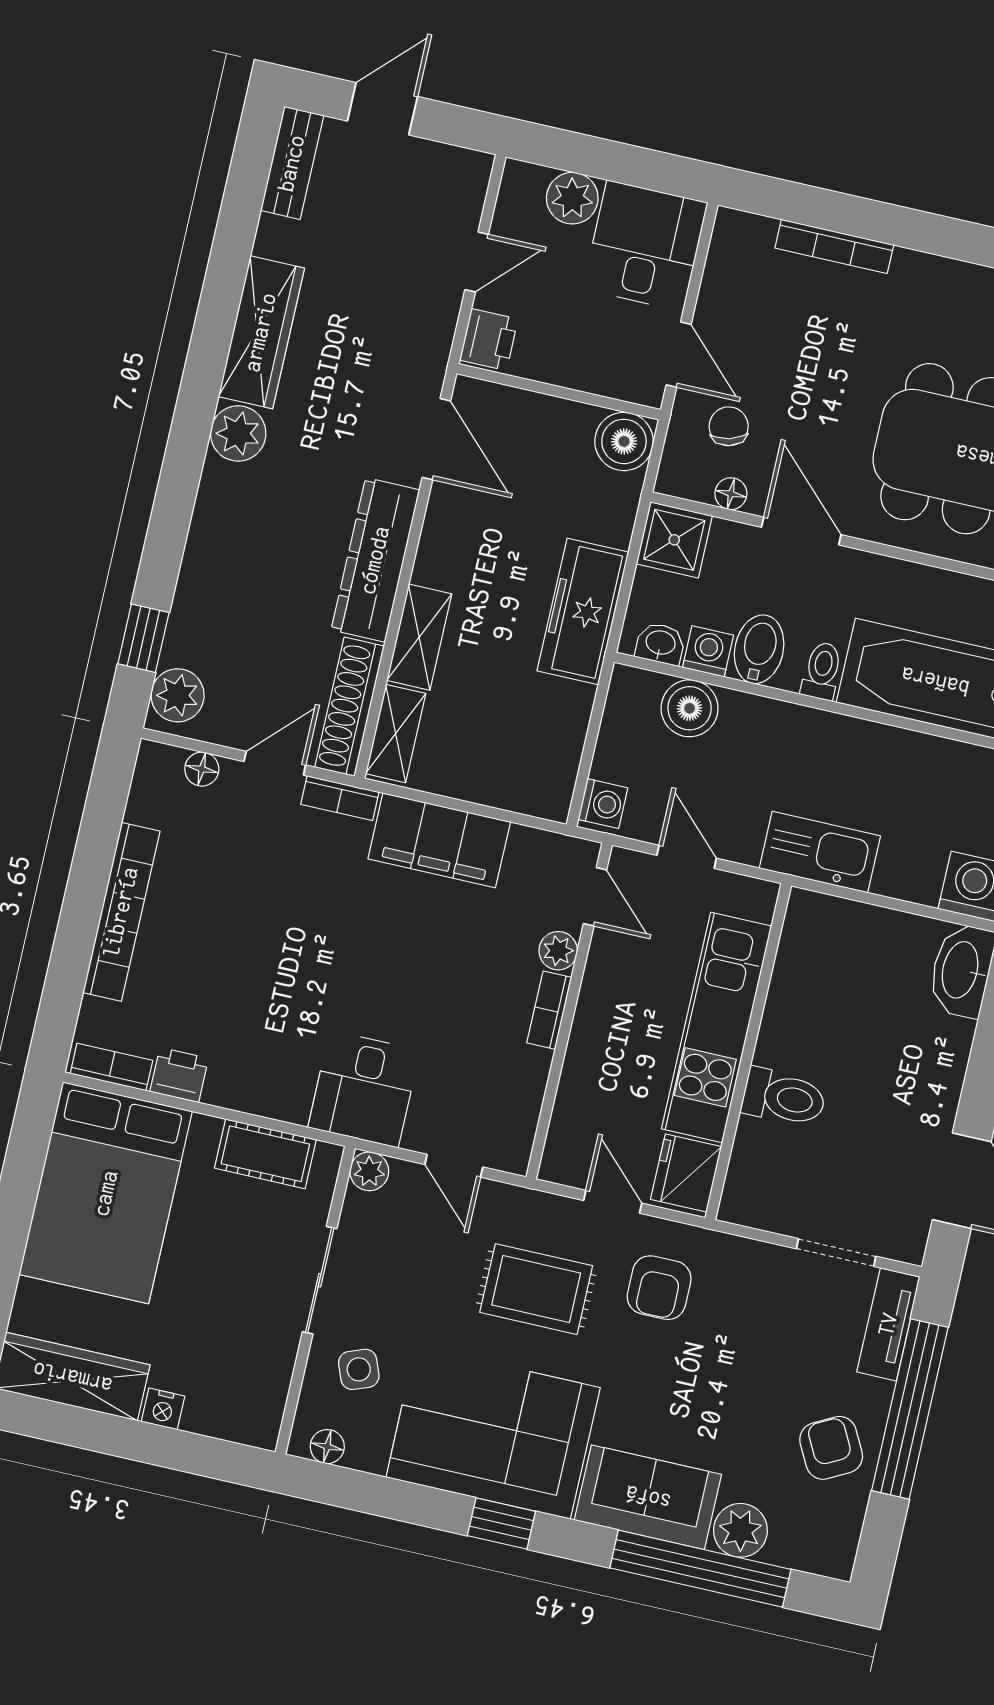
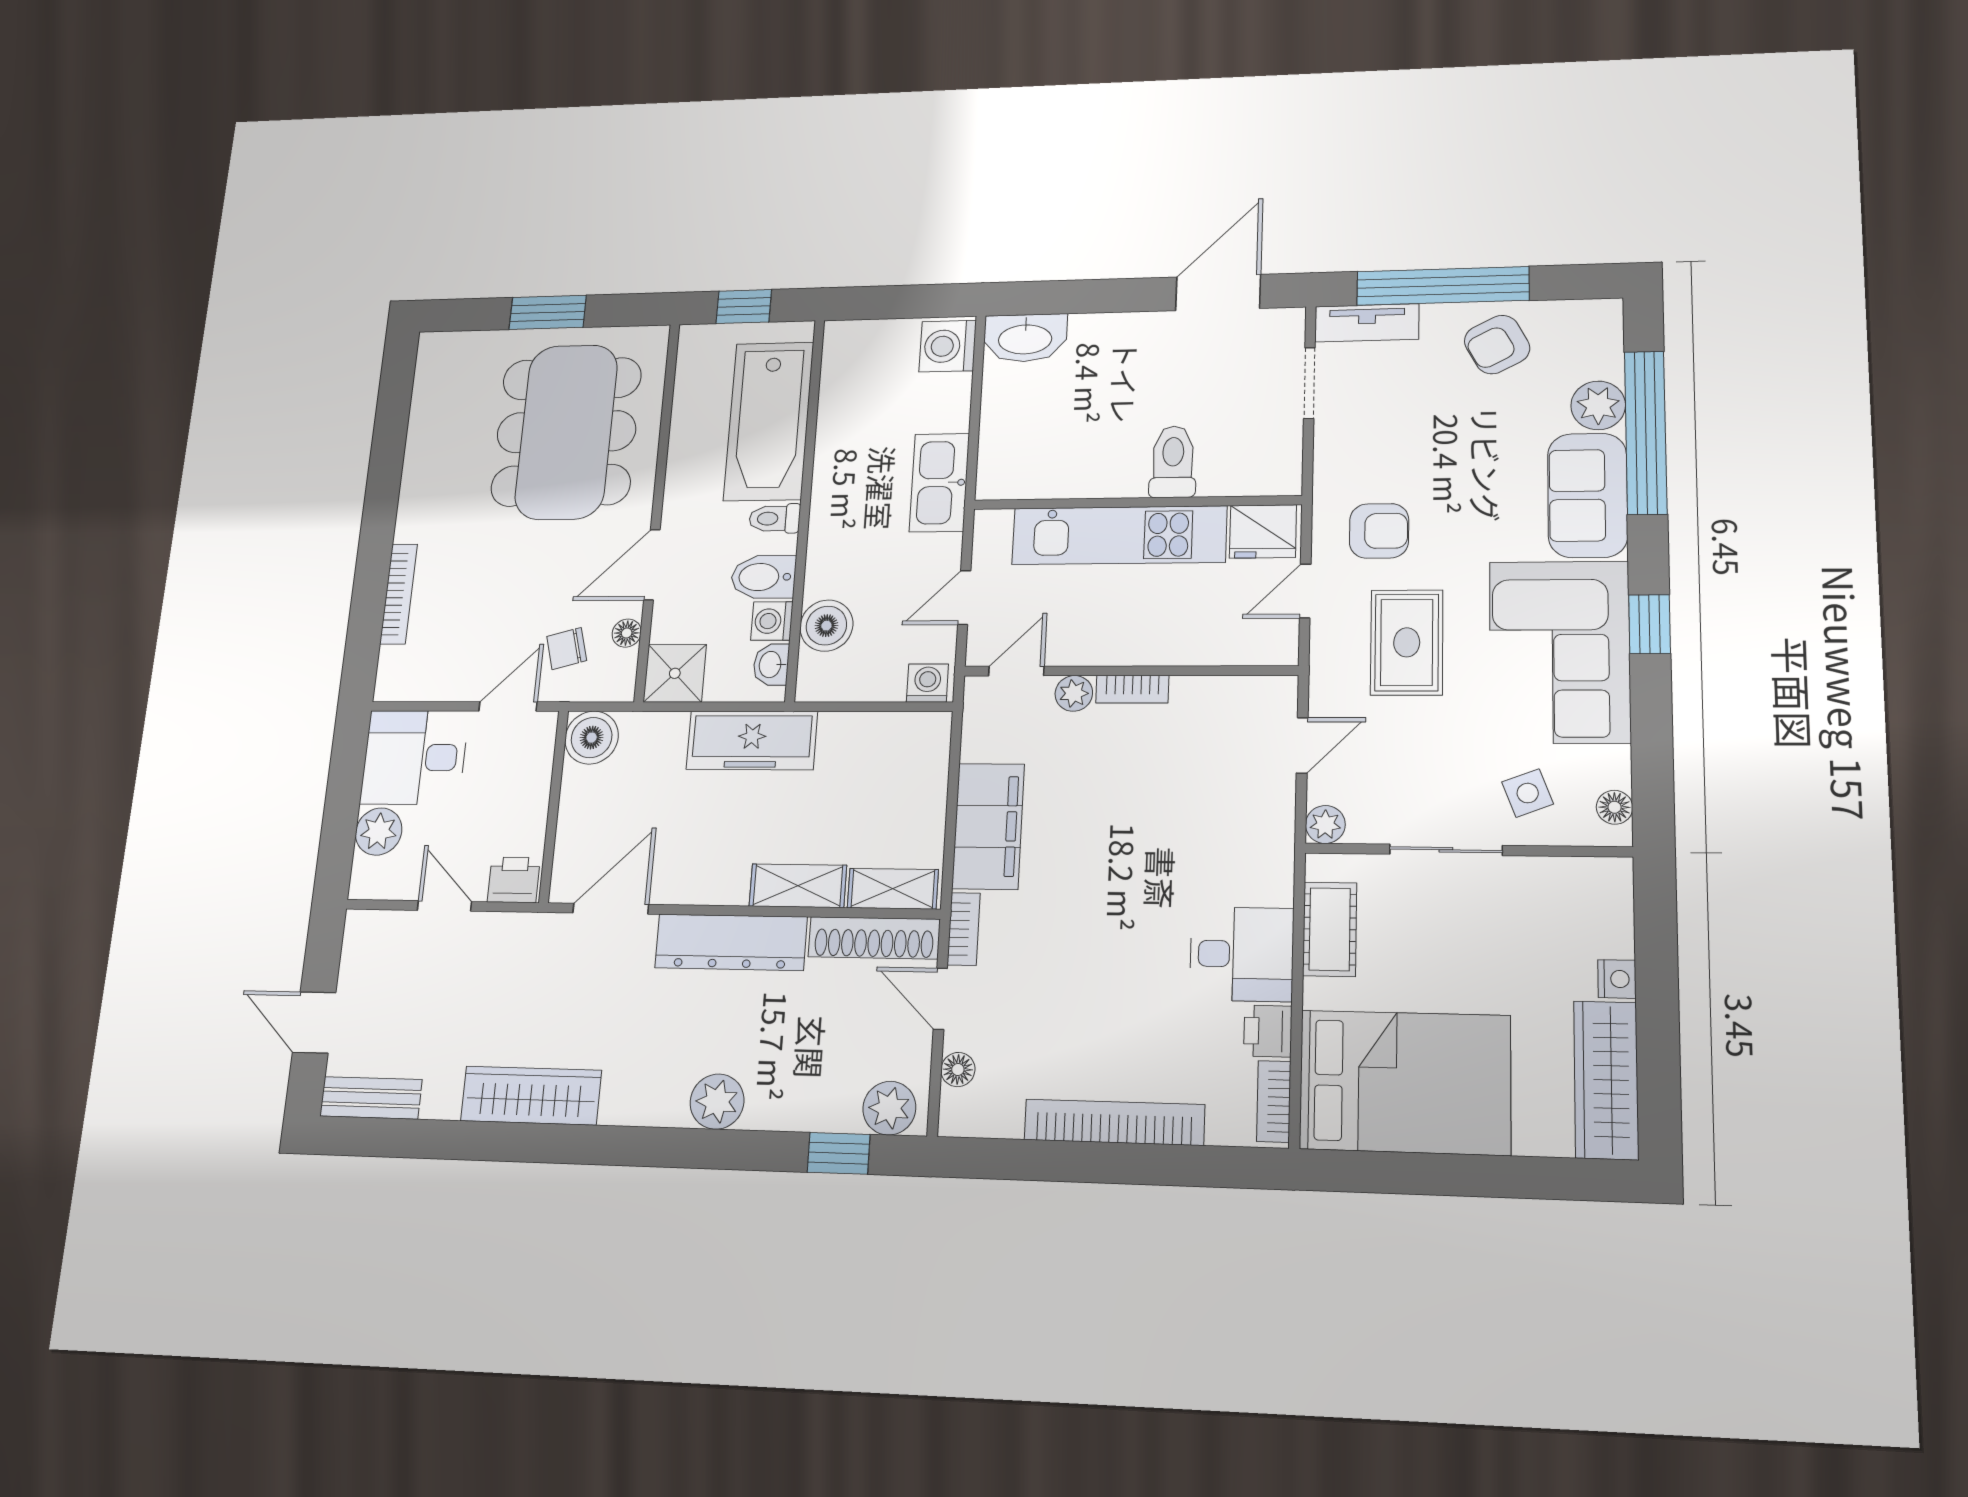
plant: (238, 433) -> (717, 1102), moved
desk: (364, 1089) -> (1242, 954), moved

